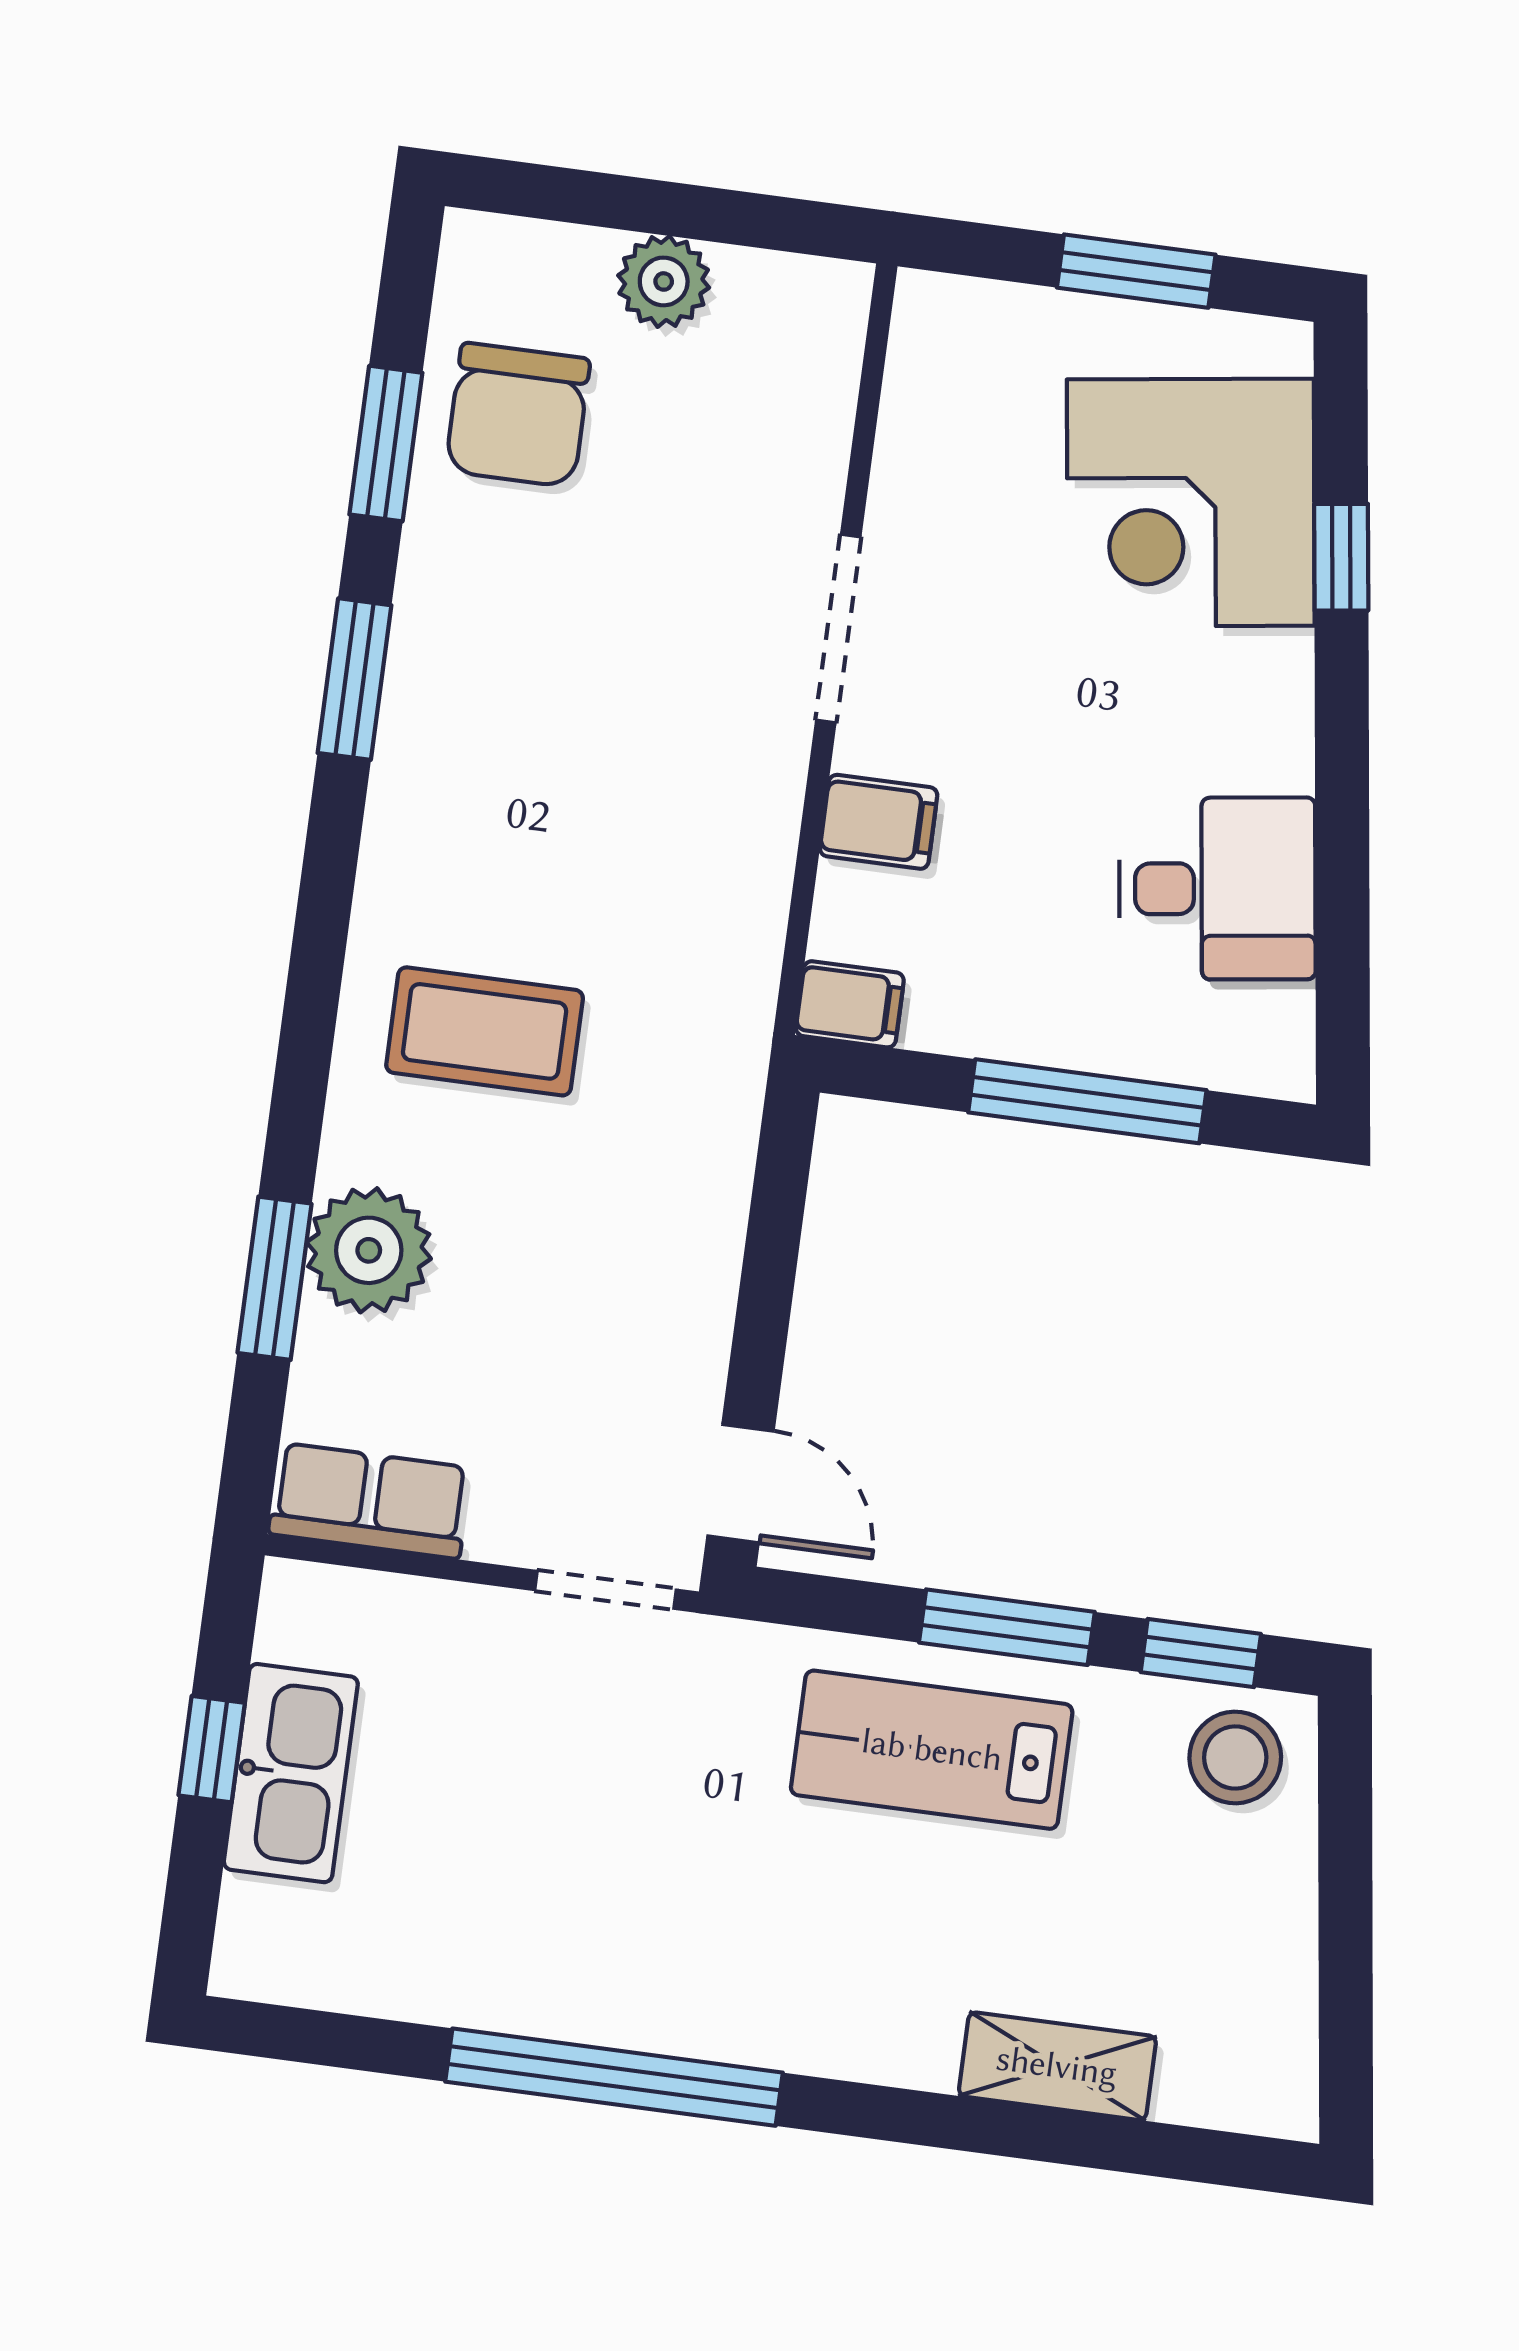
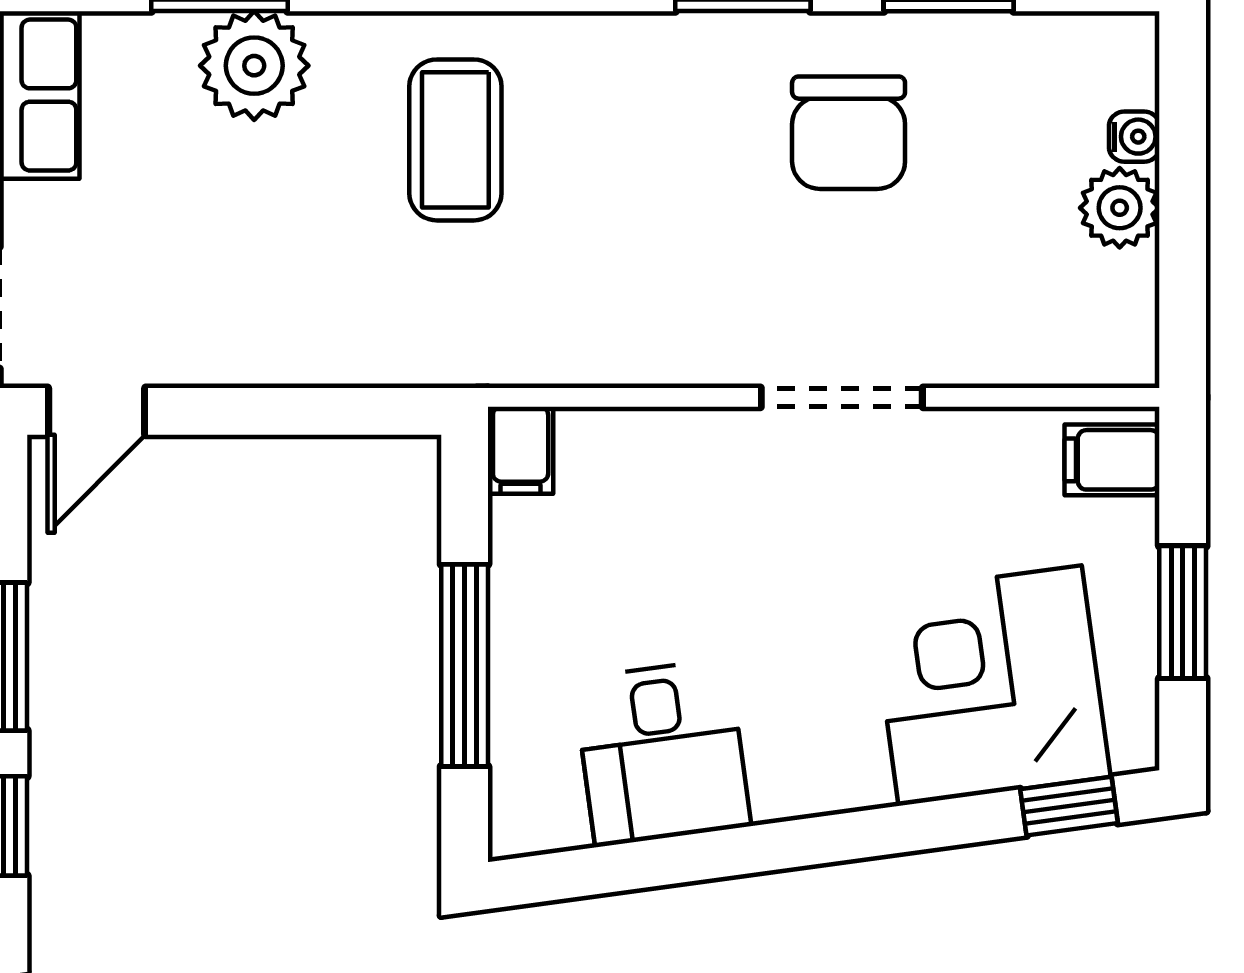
water cooler: (584, 254) -> (1134, 137), added
chair: (518, 415) -> (849, 133), moved, turned -90
window: (1341, 557) -> (1069, 806), moved
filing cabinet: (879, 822) -> (1112, 460), moved, turned 90

